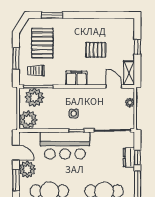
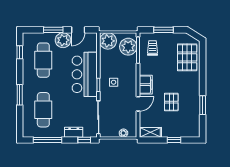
window: (52, 15) -> (203, 105), moved
pallet: (42, 43) -> (187, 57), moved, turned 90
door: (114, 87) -> (138, 104), moved
window: (137, 158) -> (84, 140), moved

